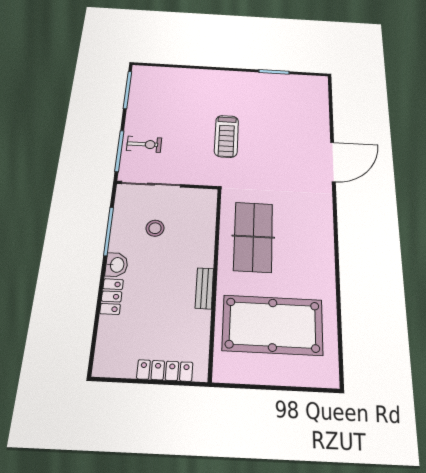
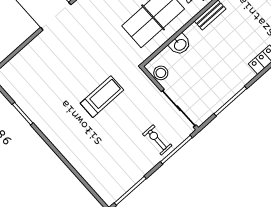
stool: (155, 228) -> (161, 73), moved
washbasin: (117, 265) -> (180, 45), moved, turned 180

